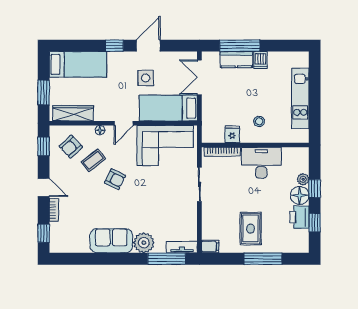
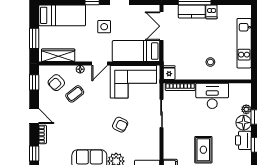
side table: (146, 78) -> (104, 27), moved
fridge: (232, 134) -> (169, 73), moved
armchair: (115, 179) -> (120, 125), moved

